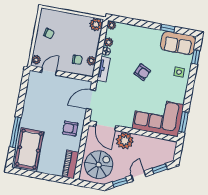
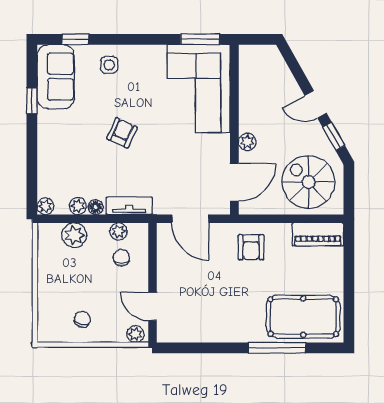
plant: (96, 24) -> (74, 235), moved
plant: (125, 141) -> (247, 142), width x0.53, depth x0.53
window: (159, 169) -> (295, 68), removed

